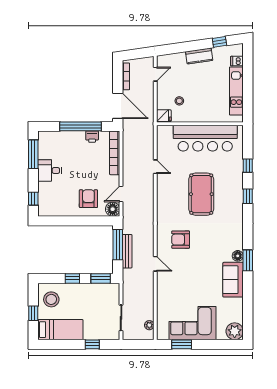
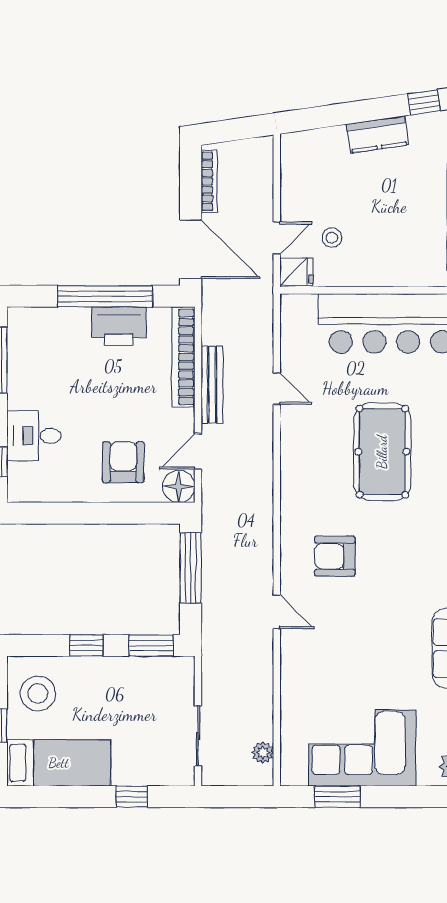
door: (155, 74) -> (277, 238), moved
printer: (92, 137) -> (119, 326), width x1.87, depth x1.48
desk: (50, 171) -> (34, 436), moved
bench: (127, 251) -> (212, 385), moved

